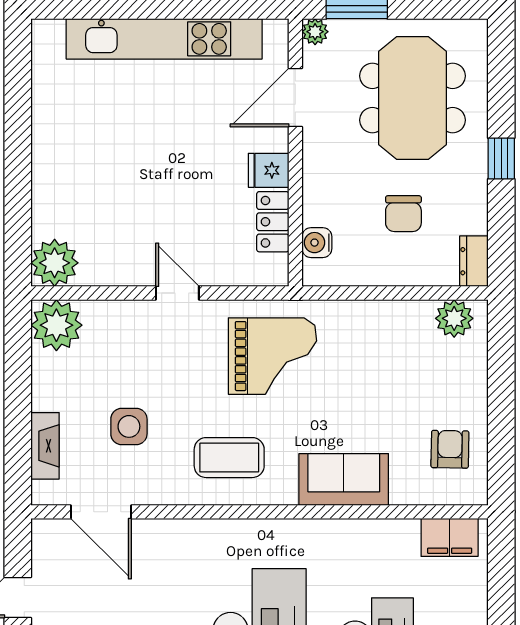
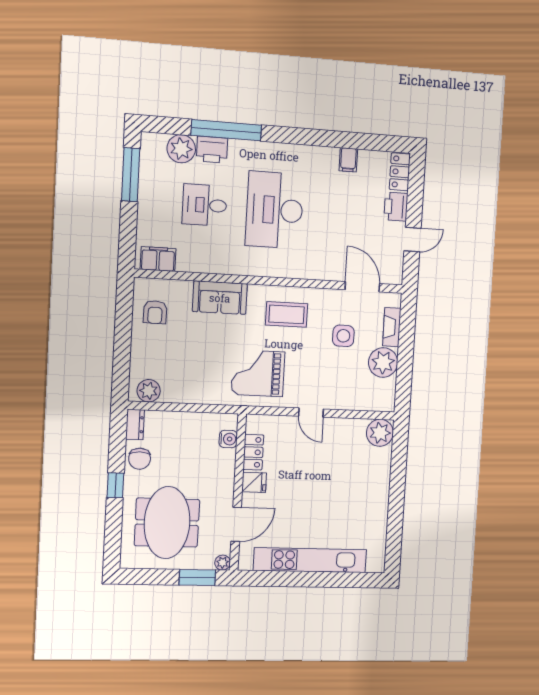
chair: (403, 214) -> (140, 459), moved, turned 180
plant: (56, 325) -> (383, 362), moved

